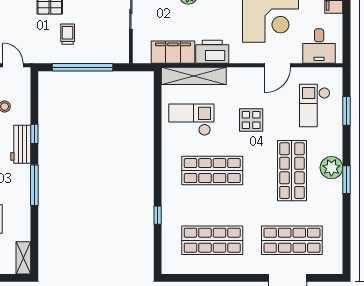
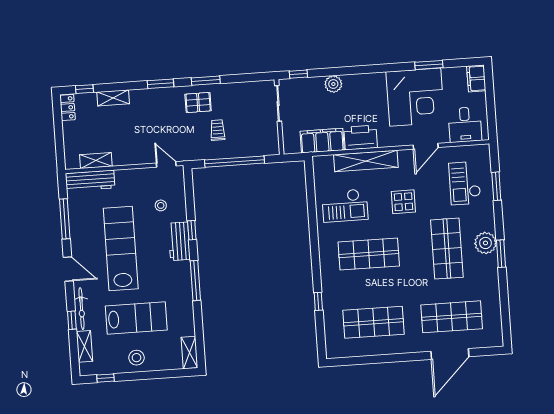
shelving: (194, 76) -> (366, 161), moved
checkout: (191, 120) -> (345, 206), turned 180

